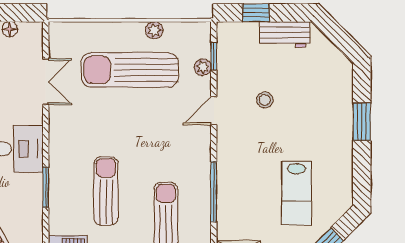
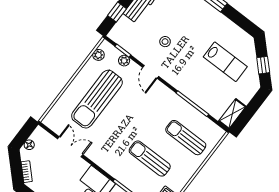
plant: (154, 30) -> (98, 55), moved

